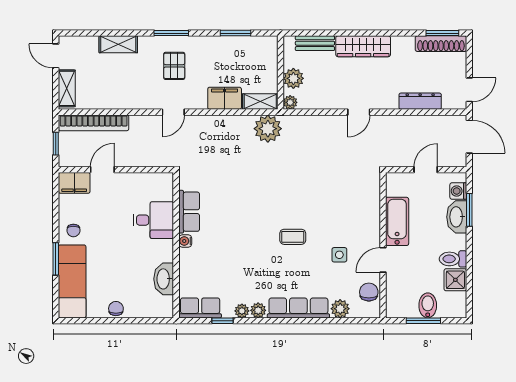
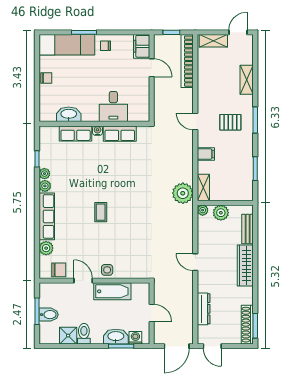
filing cabinet: (225, 98) -> (206, 154), width x0.50
side table: (339, 255) -> (107, 270), moved
row of seats: (200, 308) -> (76, 133), moved, turned 90

